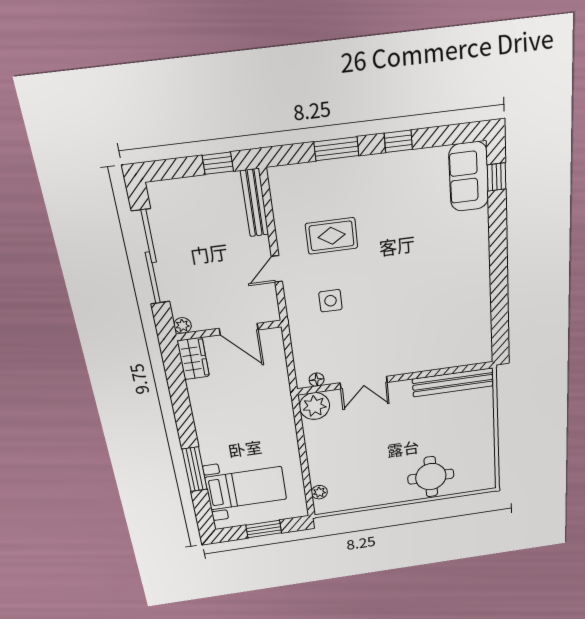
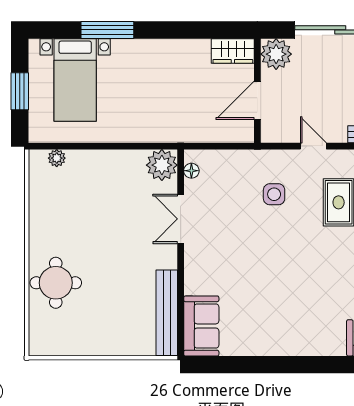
plant: (183, 325) -> (276, 54), width x1.88, depth x1.88
sofa: (464, 351) -> (201, 326), added

